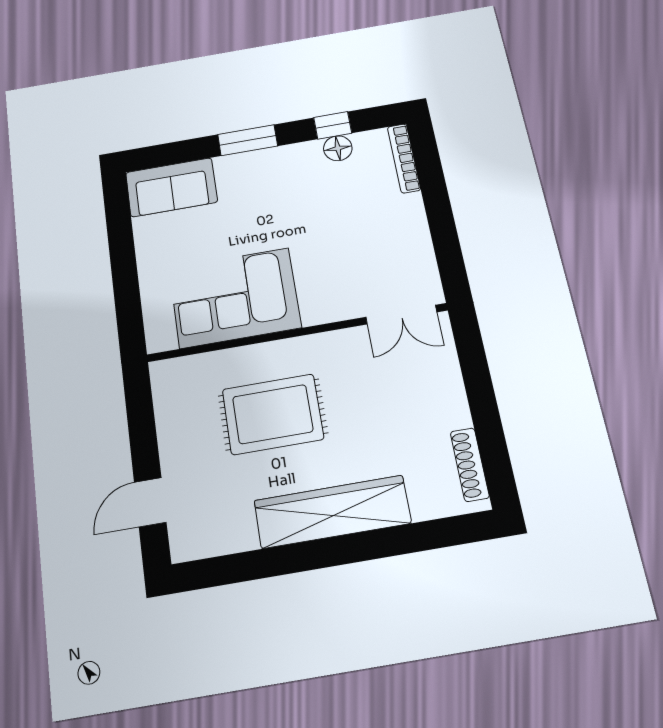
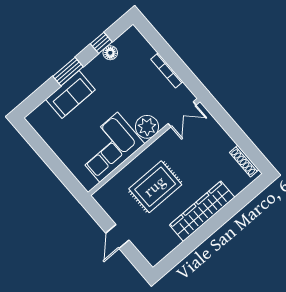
bookcase: (404, 158) -> (167, 70), moved
sofa: (171, 187) -> (70, 94), moved
plant: (324, 301) -> (147, 127), added
door: (150, 502) -> (117, 237), moved

